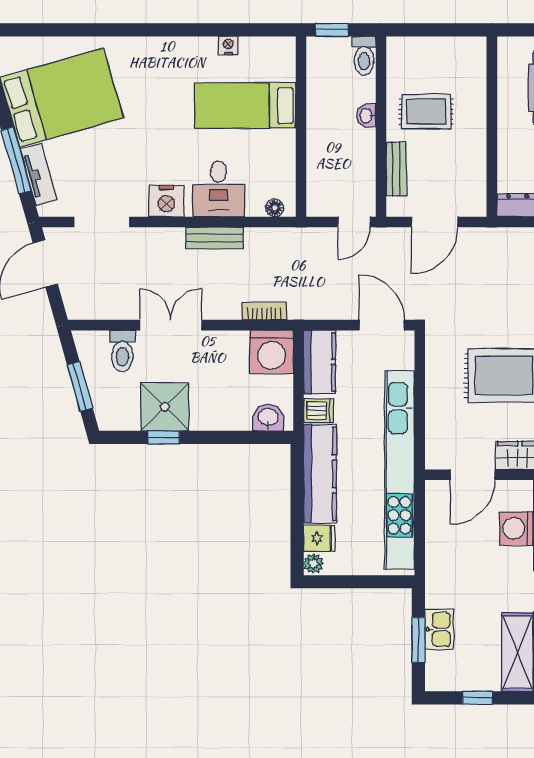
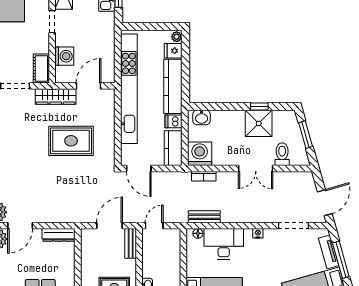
bench: (396, 169) -> (131, 243), moved
desk: (218, 189) -> (224, 244), width x1.37
nightstand: (166, 201) -> (258, 233), width x0.53, depth x0.56
bench: (215, 238) -> (204, 217), moved

